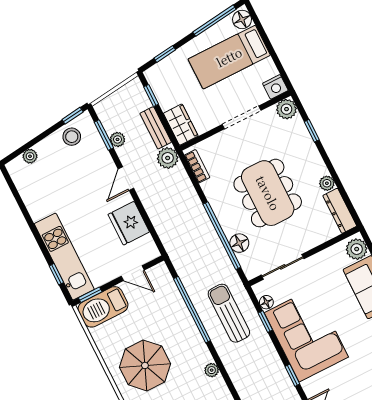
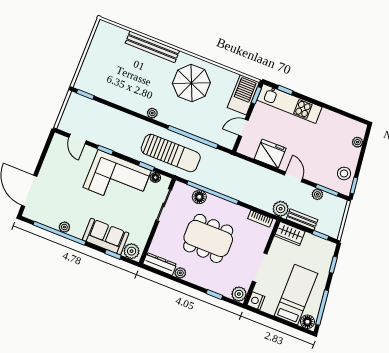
sun lounger: (229, 313) -> (171, 153), width x1.36, depth x1.34

